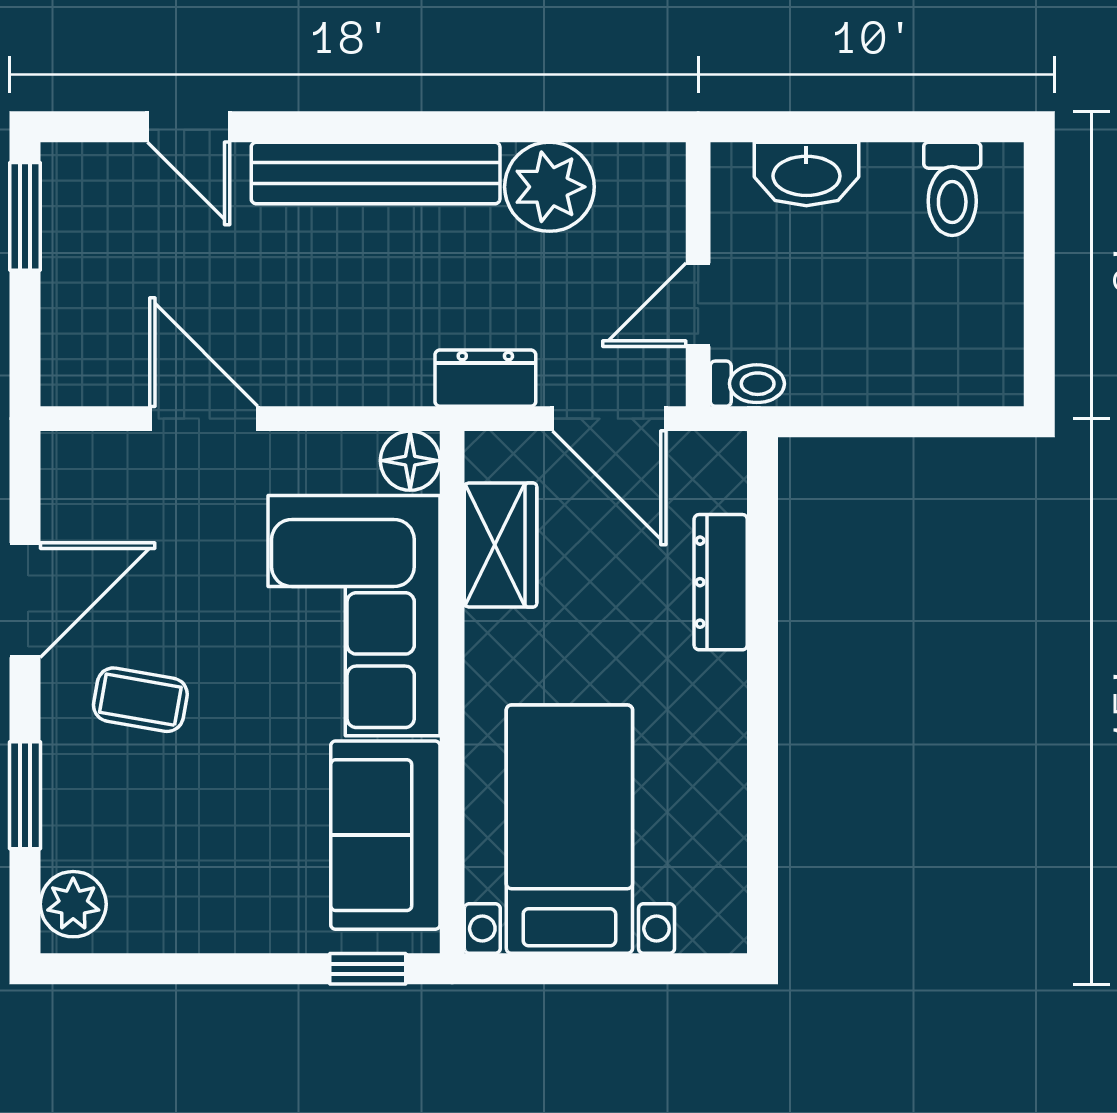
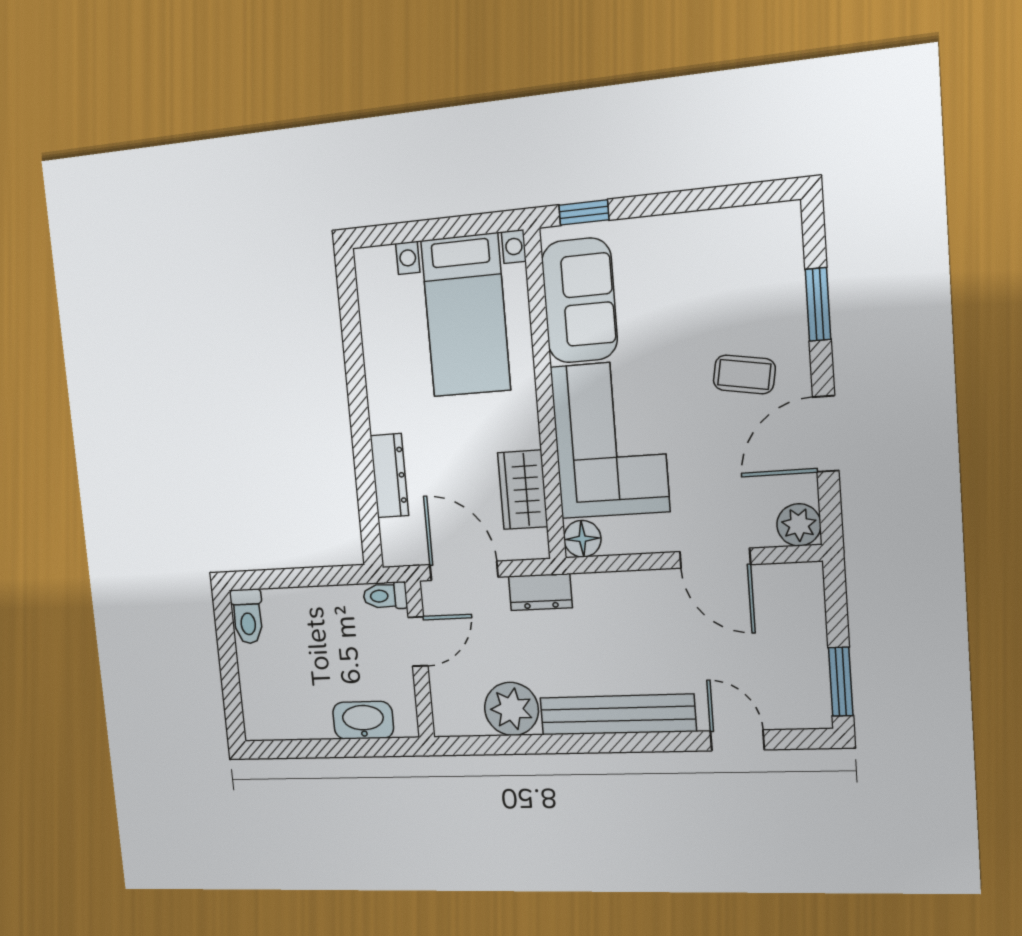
toilet: (952, 189) -> (247, 616), moved, turned 180
plant: (73, 904) -> (799, 525), moved

